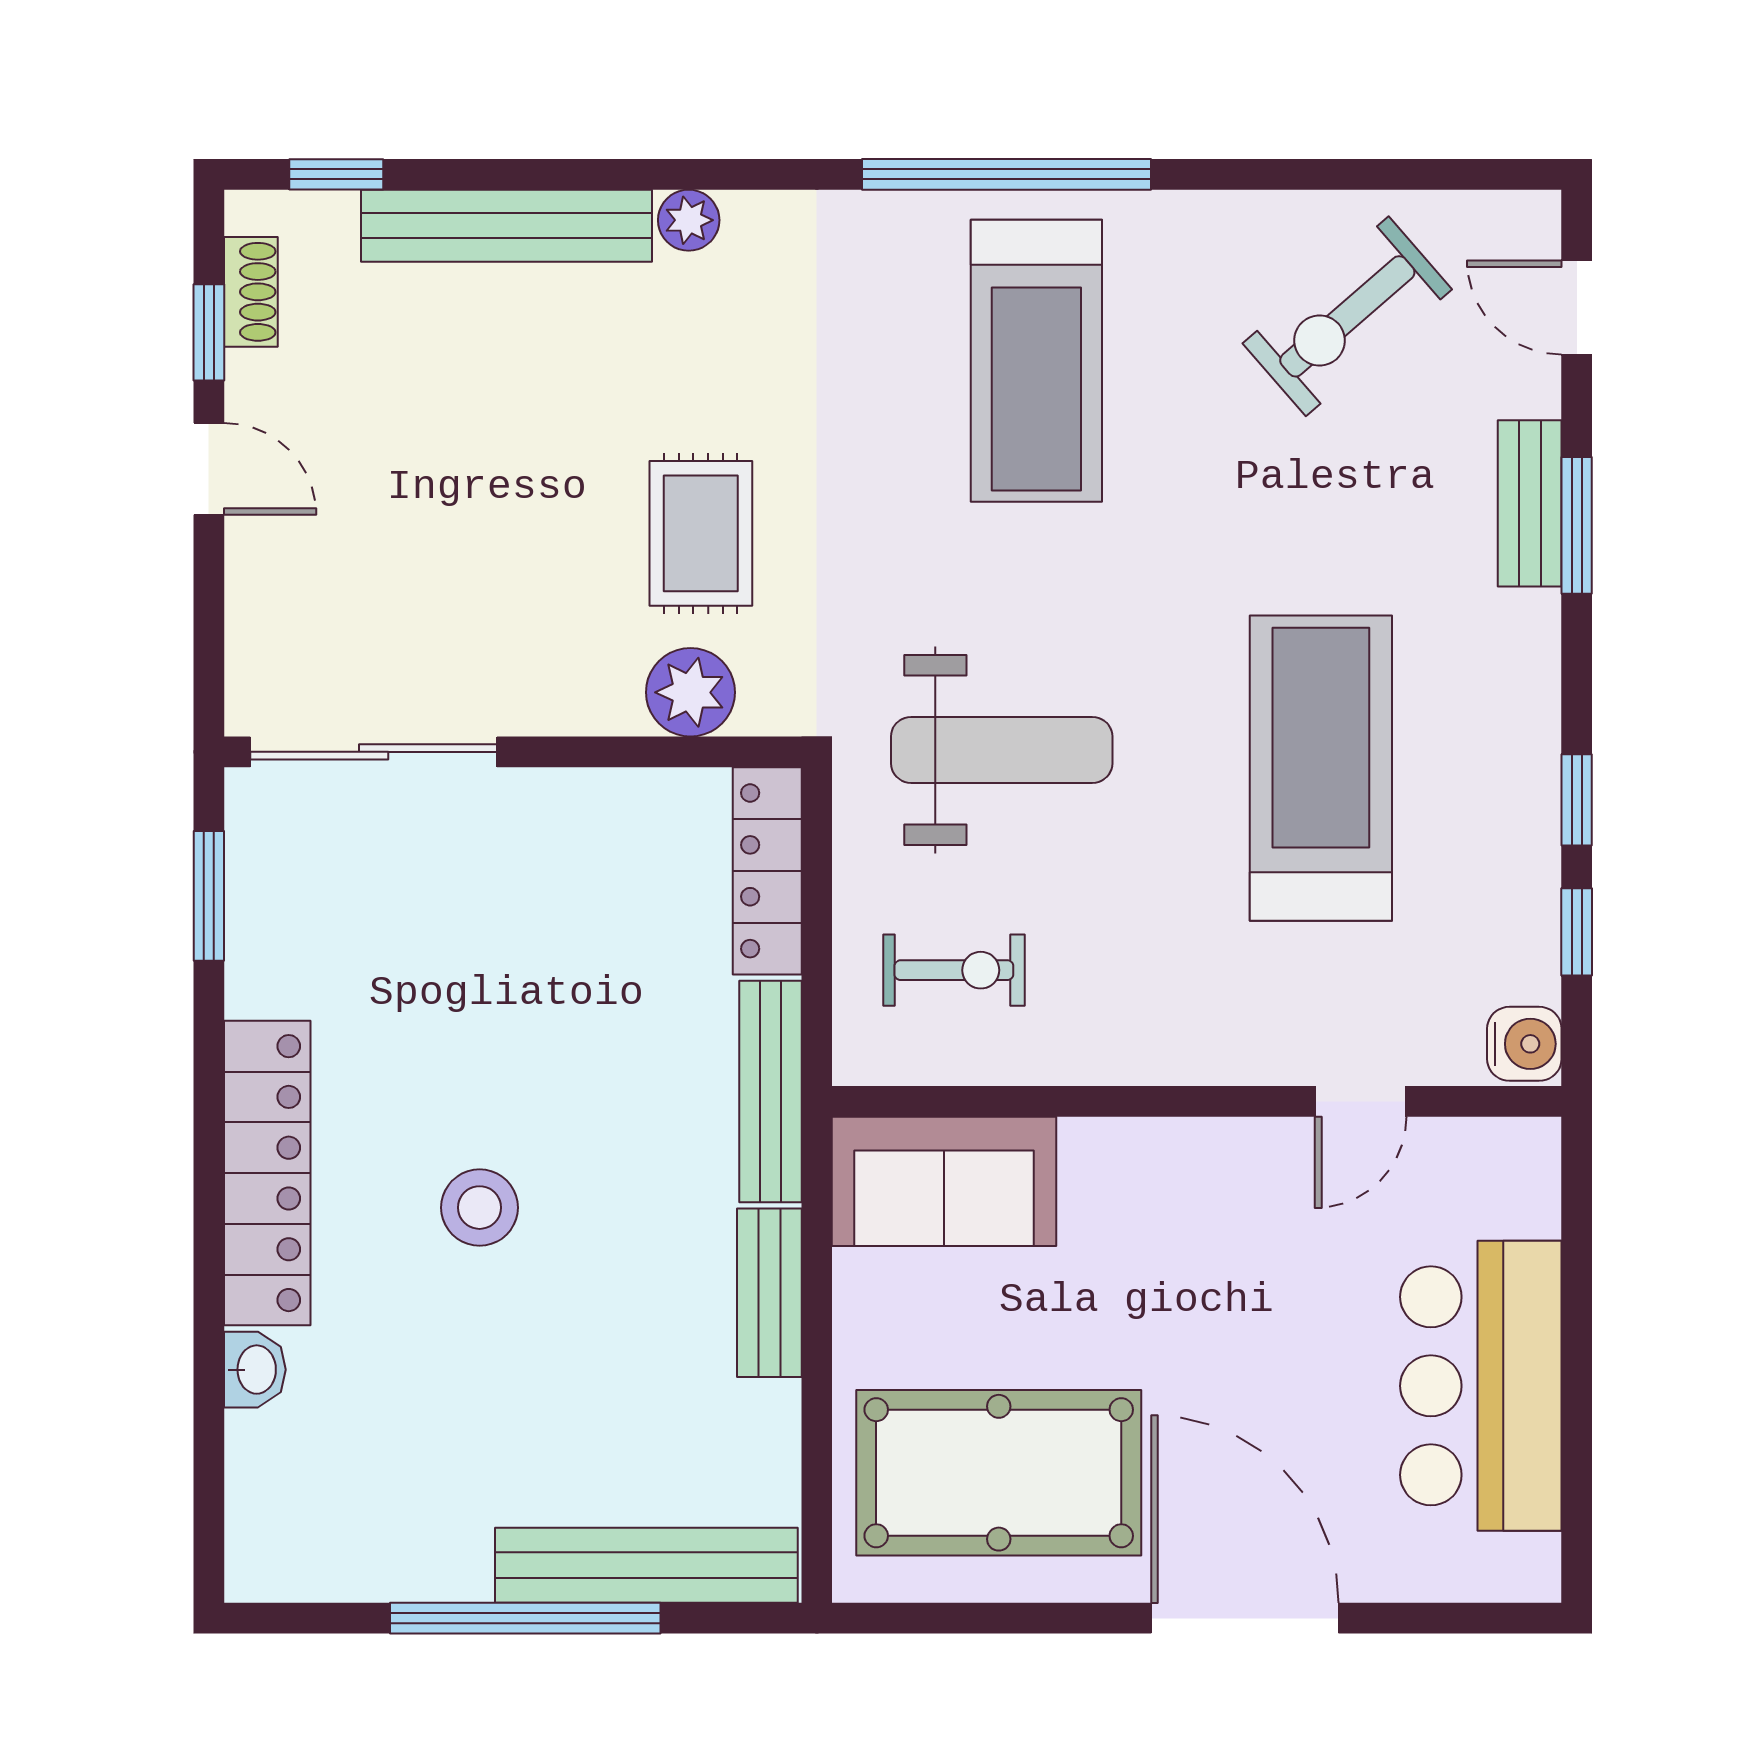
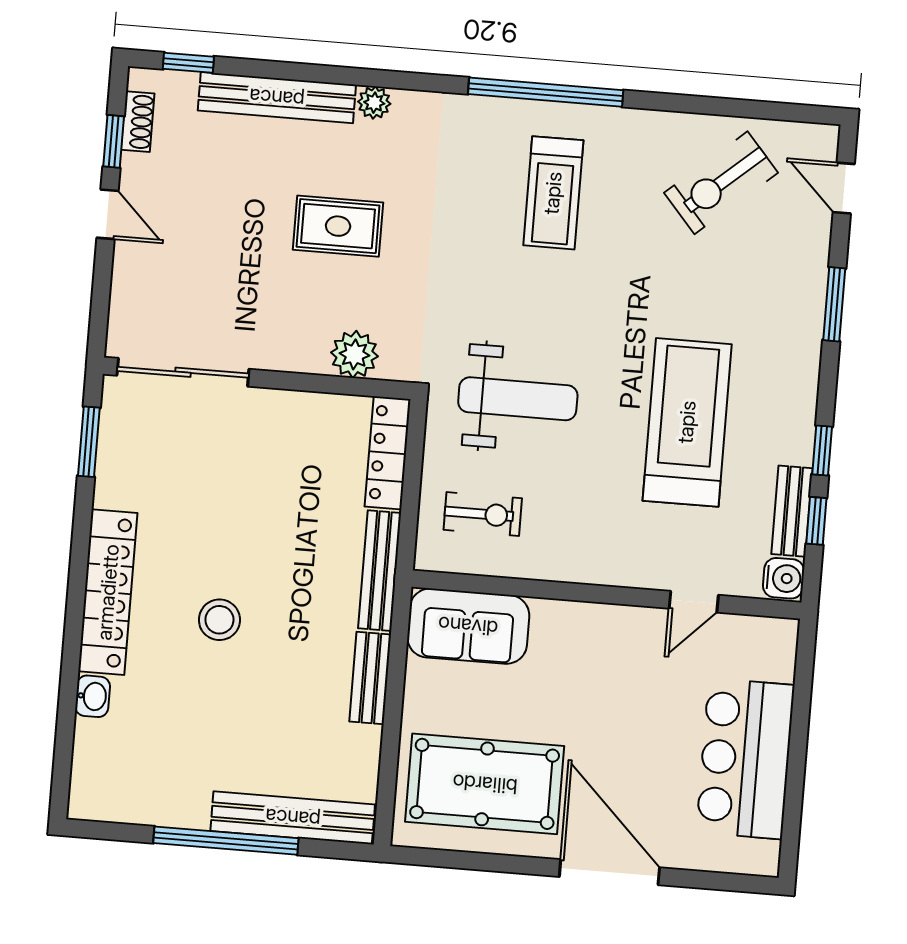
treadmill: (1036, 361) -> (553, 193), width x0.73, depth x0.73
bench: (1530, 503) -> (792, 511), moved
rug: (701, 533) -> (338, 226), moved, turned 90

